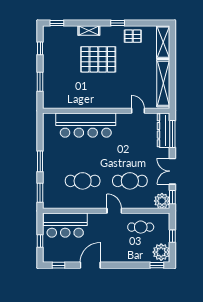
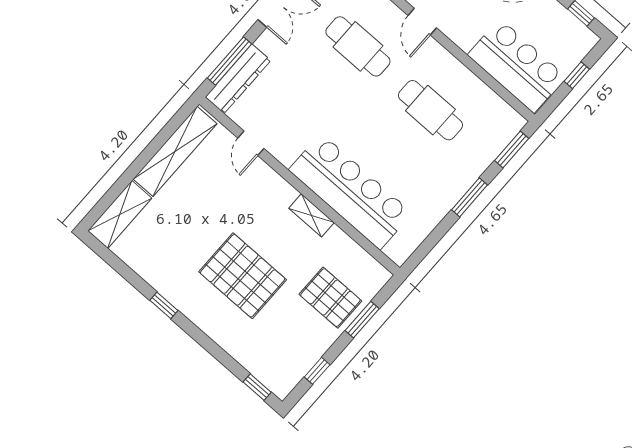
shelving: (89, 31) -> (311, 215), moved
pallet: (133, 36) -> (330, 298), moved, width x1.50, depth x1.42

